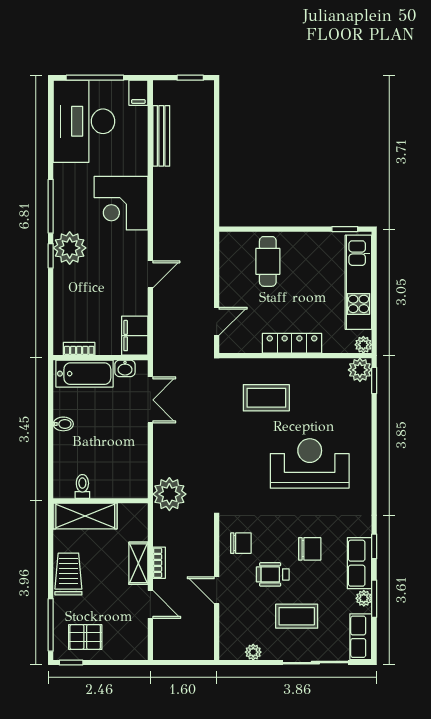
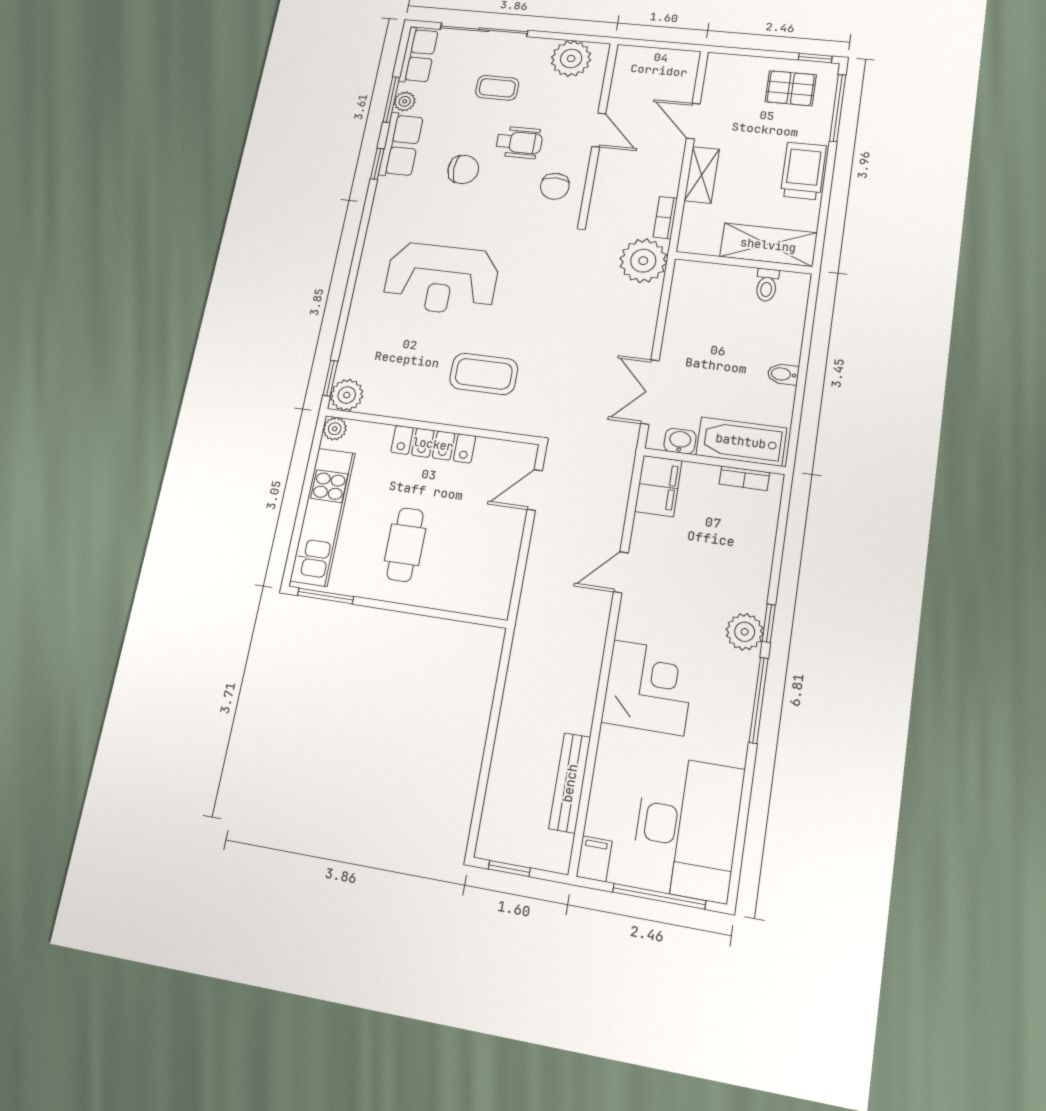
window: (345, 229) -> (326, 596), width x1.50
plant: (70, 248) -> (745, 632), width x0.73, depth x0.73
cafe table: (268, 261) -> (405, 545), moved
chair: (241, 543) -> (555, 186), turned -90
chair: (310, 549) -> (463, 169), turned 180
bookcase: (159, 563) -> (665, 218), moved
trolley: (68, 574) -> (803, 171), turned 180
coffee table: (297, 616) -> (497, 88), width x0.73, depth x0.77
plant: (253, 652) -> (571, 59), width x1.87, depth x1.87

